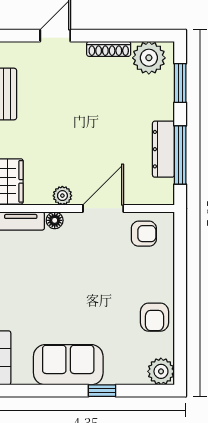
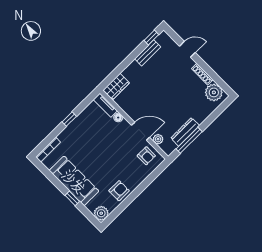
window: (180, 83) -> (216, 113), removed
plant: (62, 196) -> (158, 139), moved
armchair: (155, 317) -> (119, 191), turned 180
sofa: (68, 365) -> (74, 181), width x1.36

